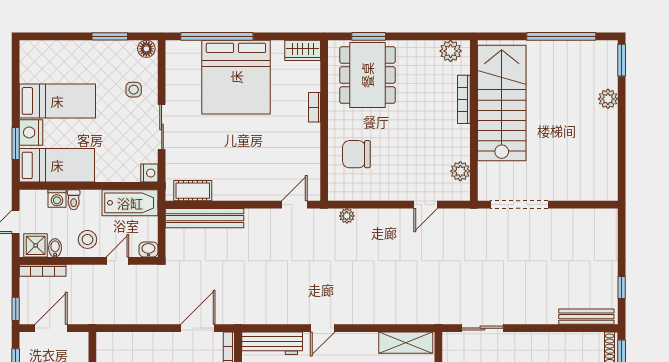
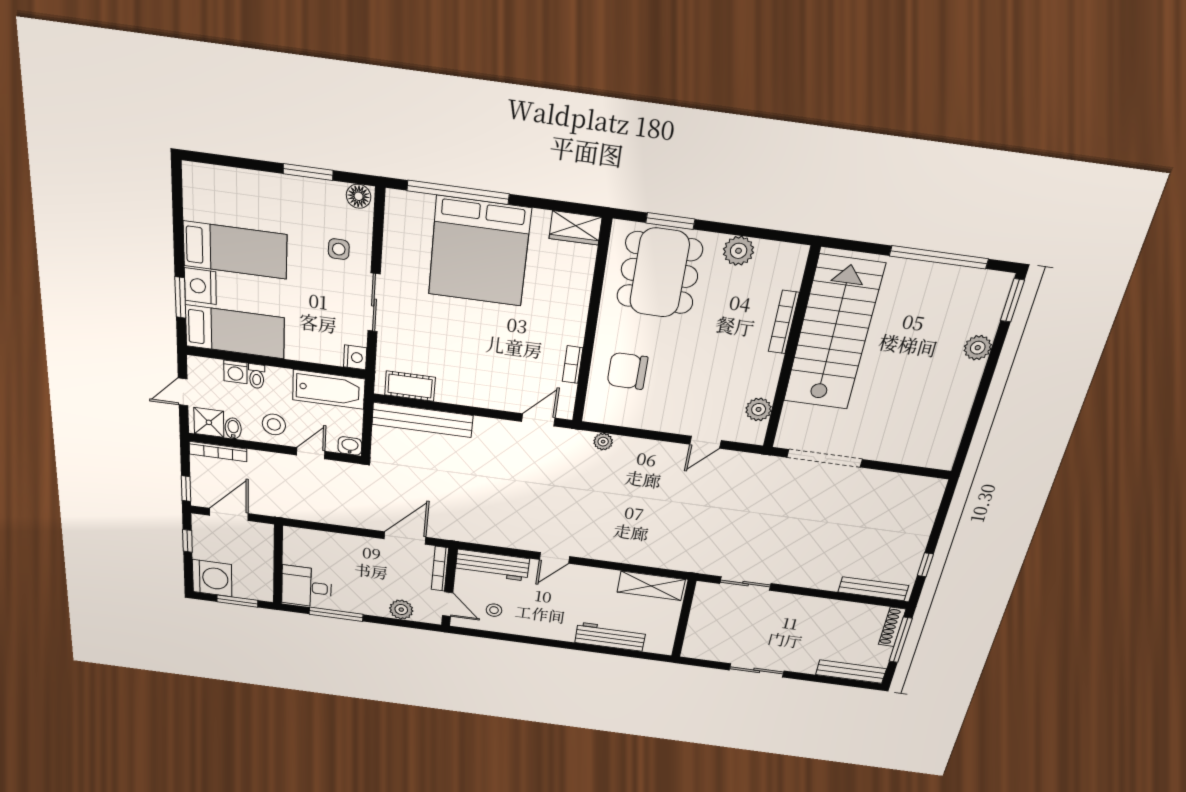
plant: (451, 51) -> (739, 251), moved
bookcase: (315, 107) -> (573, 365), moved

